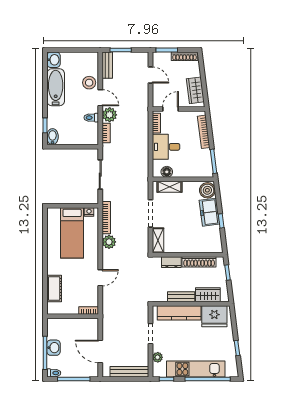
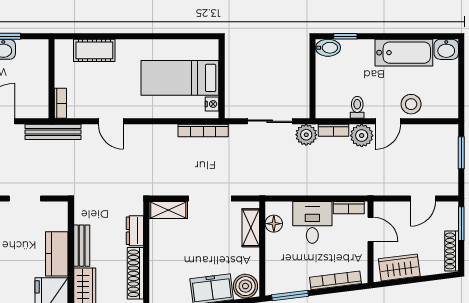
bench: (107, 65) -> (53, 132), moved, width x1.36
plant: (109, 242) -> (306, 135), moved
kitchen counter: (179, 313) -> (57, 254), width x0.67

